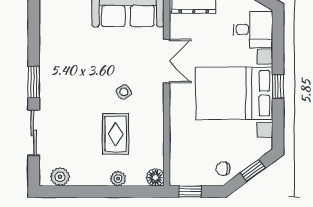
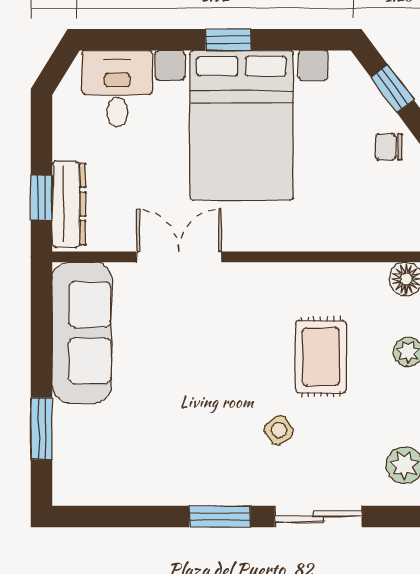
side table: (124, 92) -> (279, 430), moved
rug: (116, 134) -> (321, 357), turned 90
chair: (223, 169) -> (389, 147), turned 90

